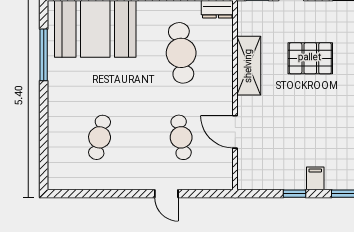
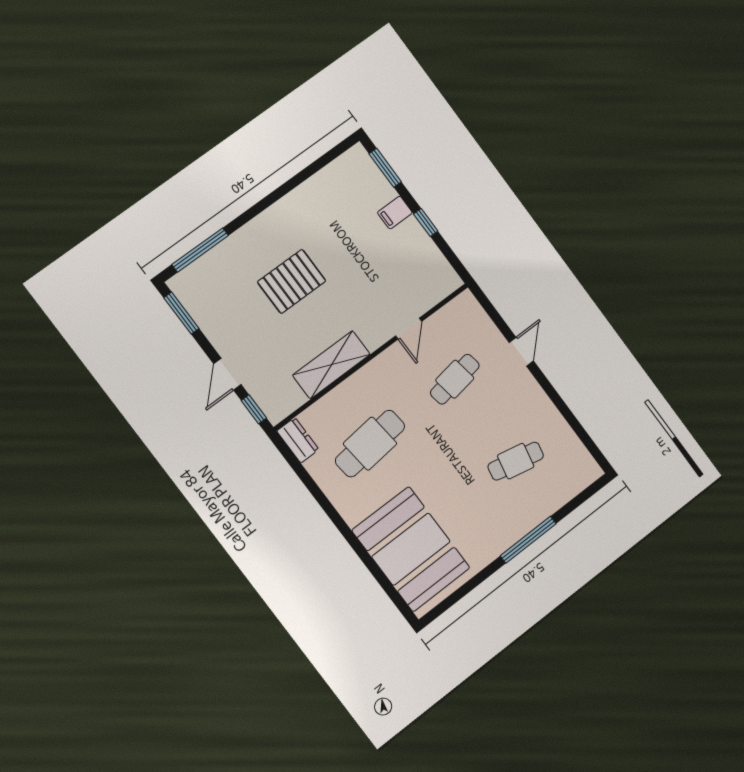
window: (44, 55) -> (528, 540), moved
pallet: (310, 58) -> (292, 281), moved, turned 90
door: (235, 132) -> (409, 329), width x0.73

